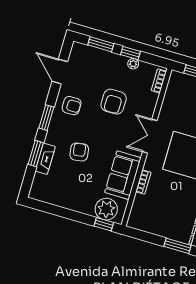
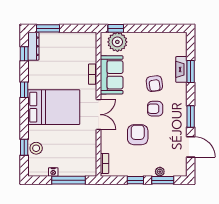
plant: (133, 64) -> (160, 172), moved
armchair: (72, 106) -> (155, 109), moved
window: (46, 118) -> (191, 116), moved

